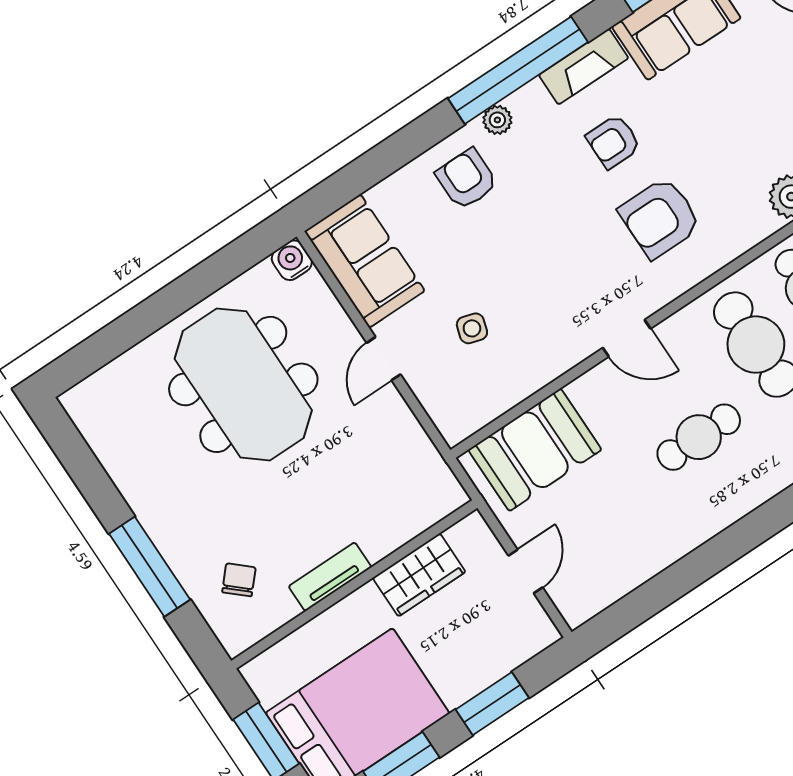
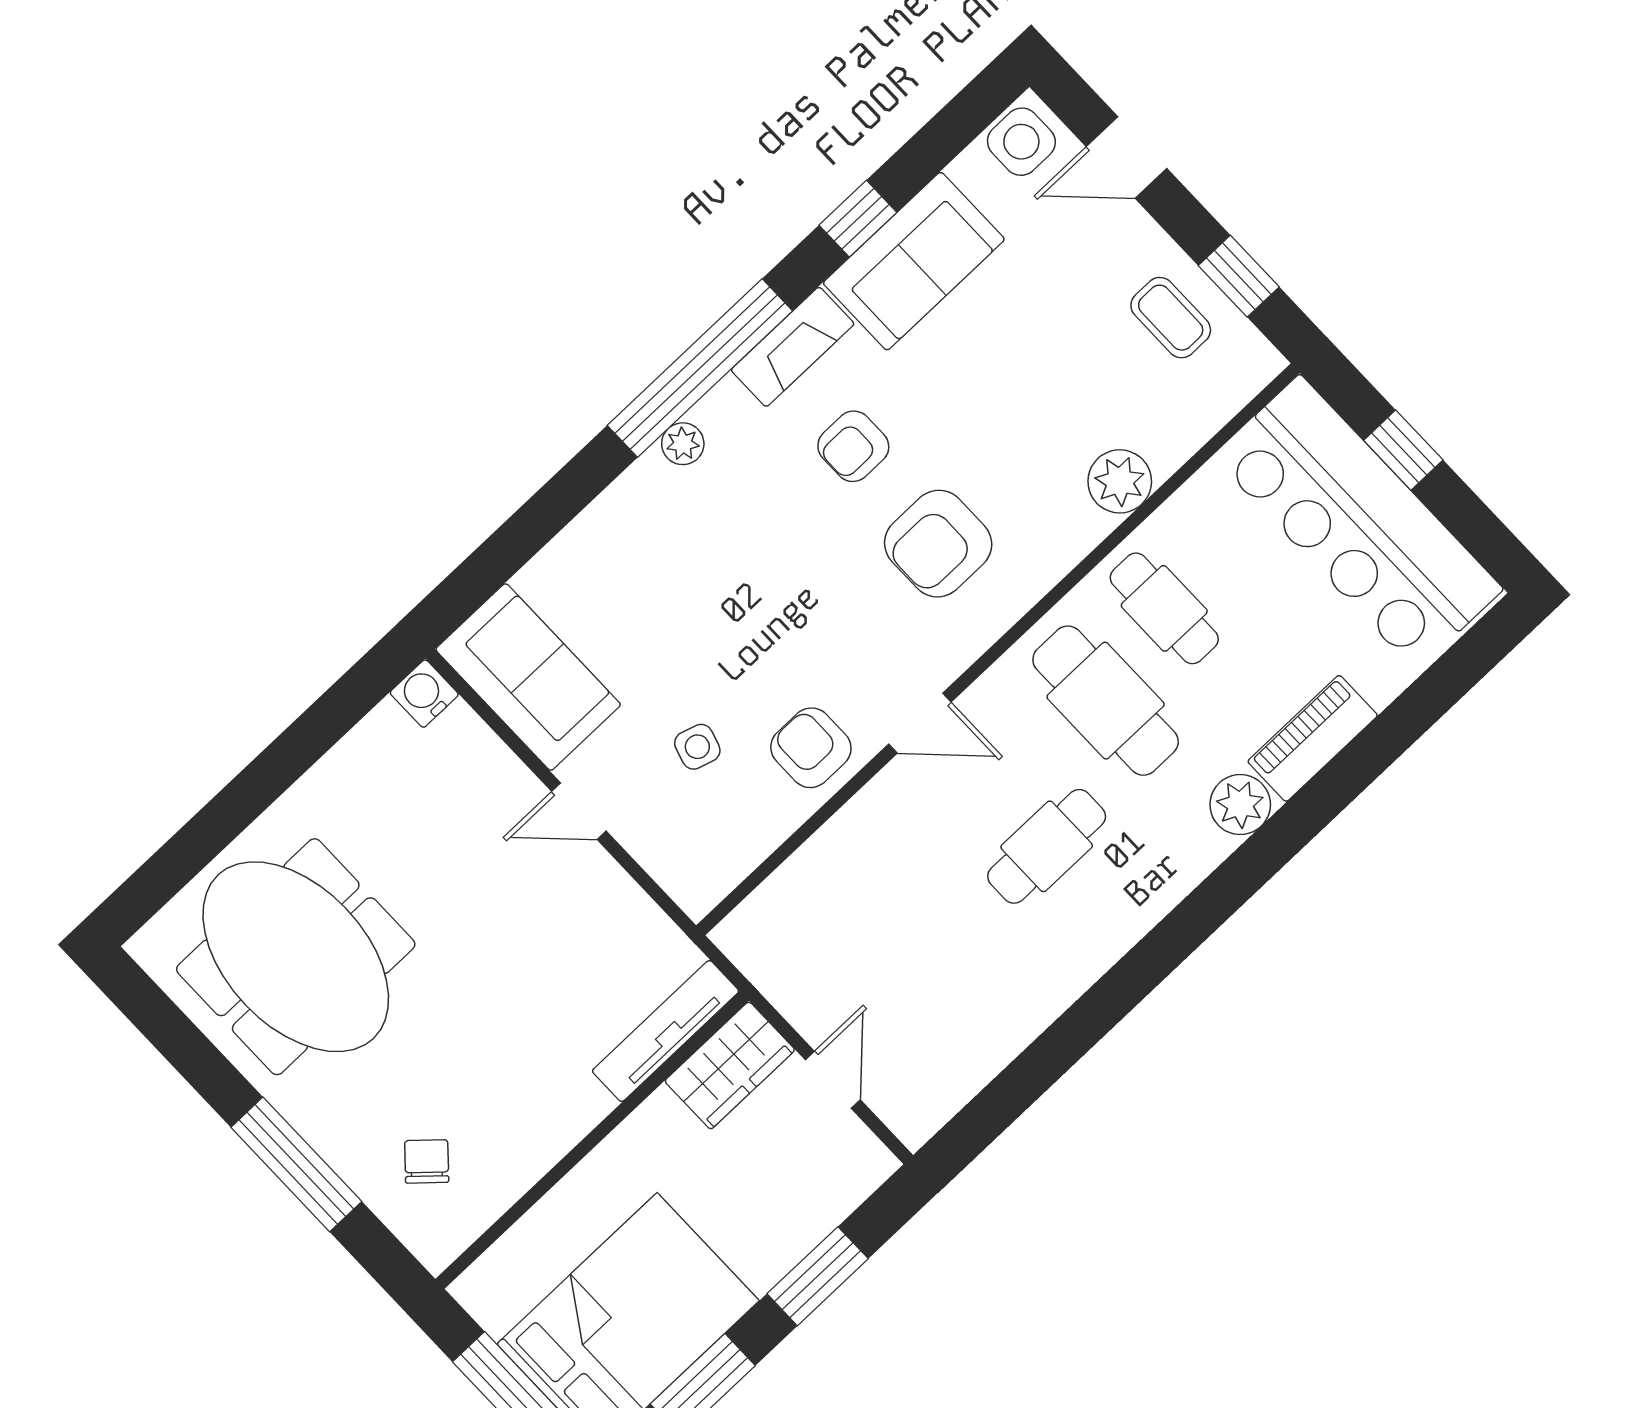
armchair: (467, 179) -> (811, 748), moved
door: (384, 359) -> (579, 811), hinge flipped
meeting table: (243, 384) -> (296, 957), moved
booth: (535, 450) -> (816, 904), removed
wardrobe: (419, 575) -> (730, 1066), moved
tv unit: (330, 577) -> (666, 1031), moved, width x1.41

